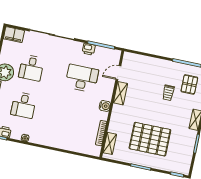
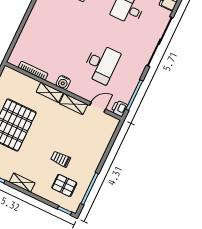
printer: (89, 49) -> (119, 108), moved
door: (118, 73) -> (98, 107), hinge flipped
shelving: (110, 143) -> (50, 92), moved

